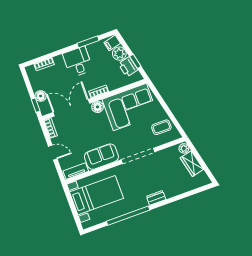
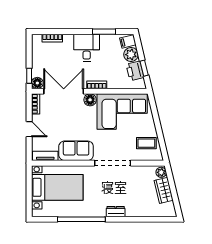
floor lamp: (41, 96) -> (37, 83), moved

